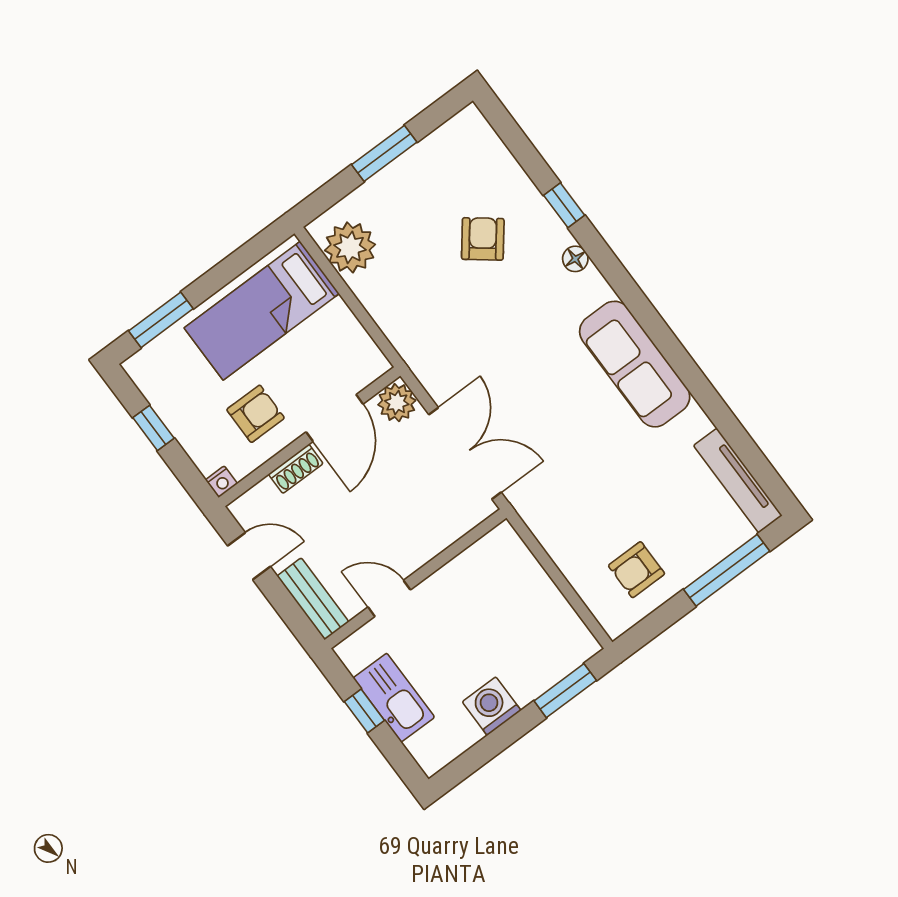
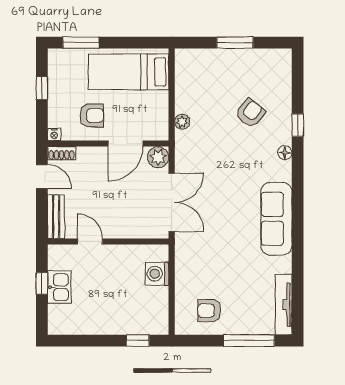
plant: (350, 247) -> (182, 122), moved, width x0.53, depth x0.53
shoe rack: (296, 469) -> (62, 153), moved
window: (565, 691) -> (138, 341), width x0.67
kitchen sink: (394, 698) -> (59, 287), width x0.73
washing machine: (492, 706) -> (157, 274), moved, turned -90

